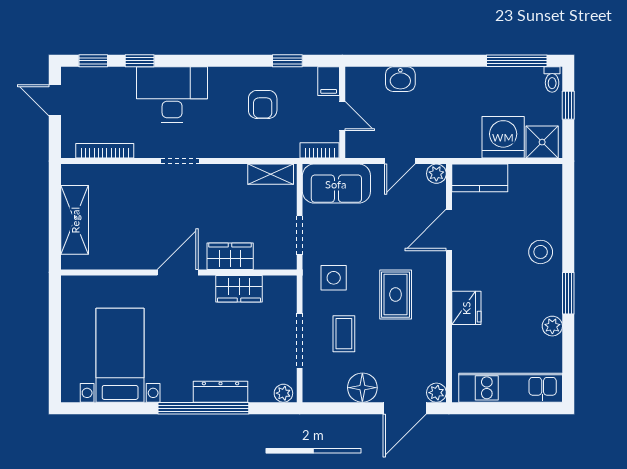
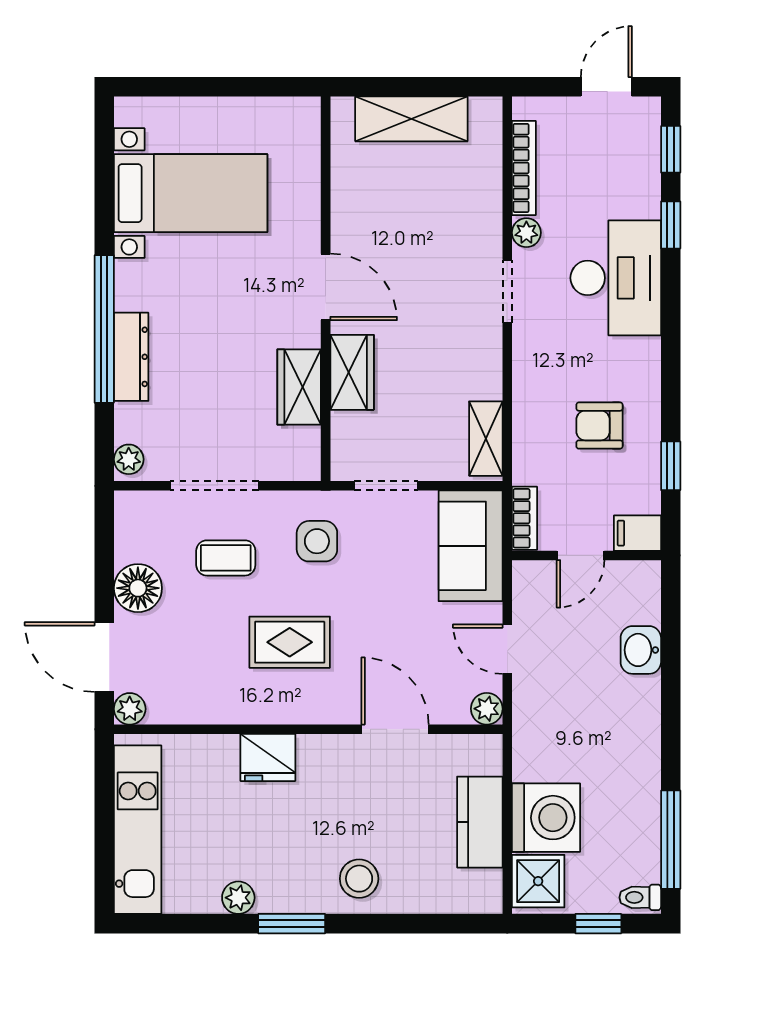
plant: (144, 149) -> (526, 233), added
kitchen counter: (480, 178) -> (480, 822), moved

